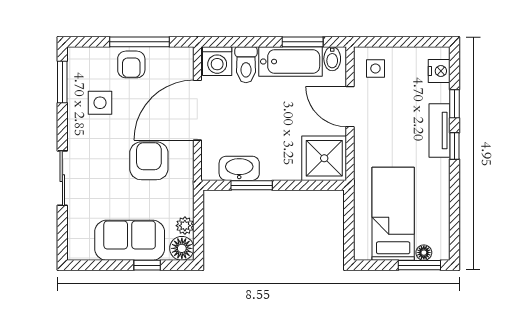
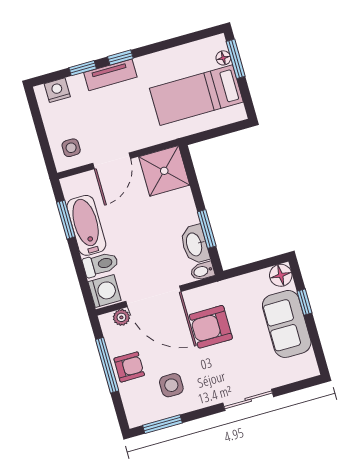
bidet: (332, 59) -> (202, 271), moved, turned 180
plant: (185, 226) -> (121, 317), moved

